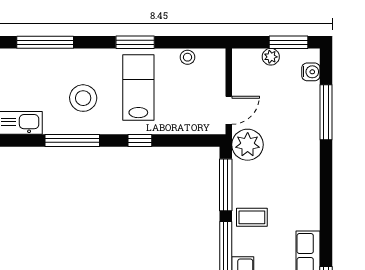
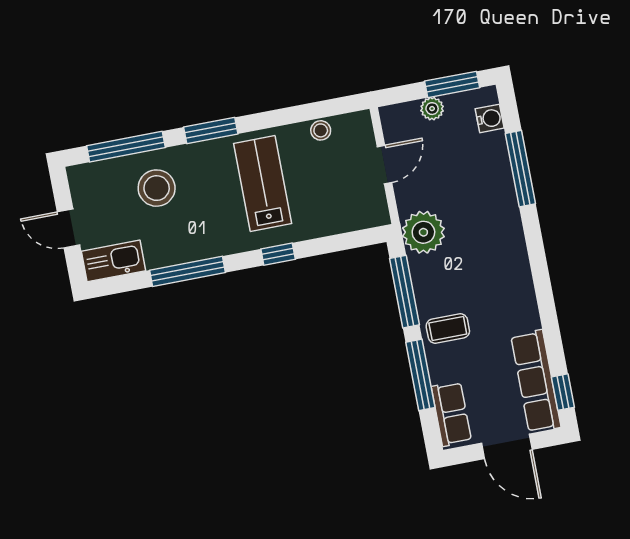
window: (135, 42) -> (211, 131), moved
stool: (83, 98) -> (157, 188), moved
door: (229, 110) -> (385, 165), moved

